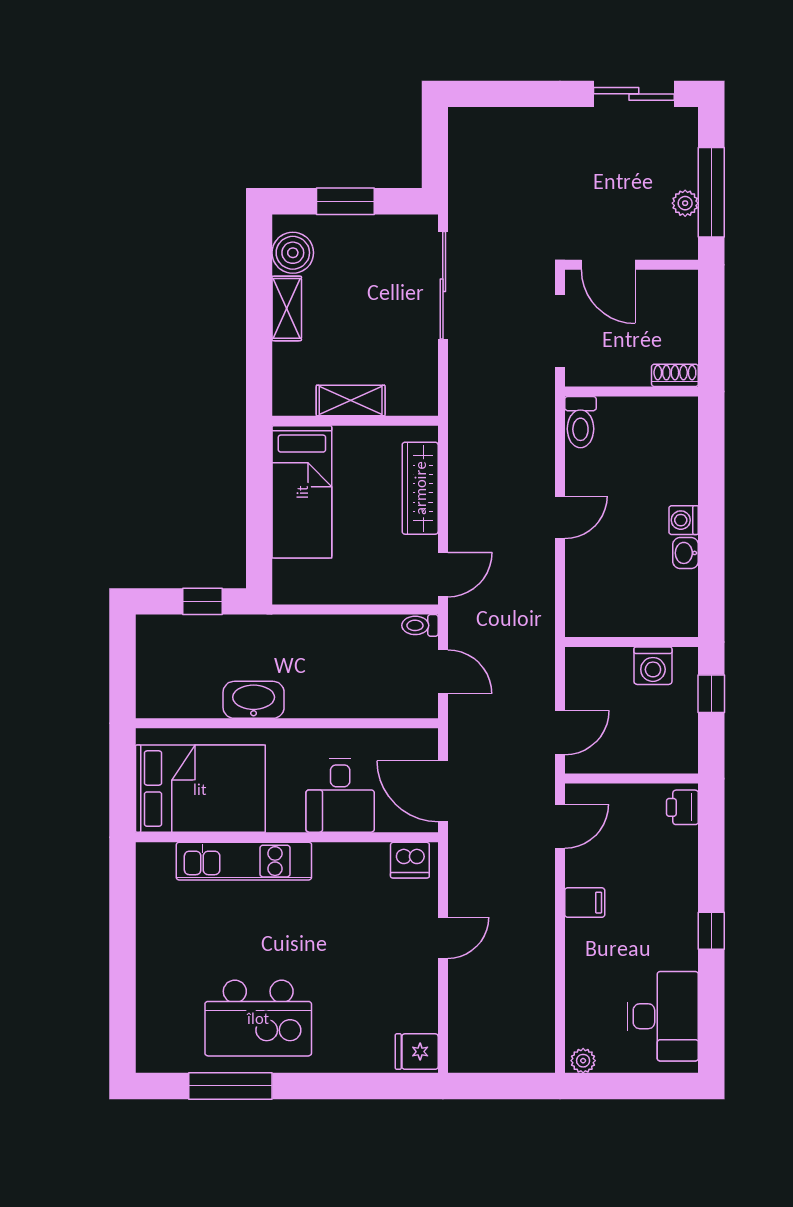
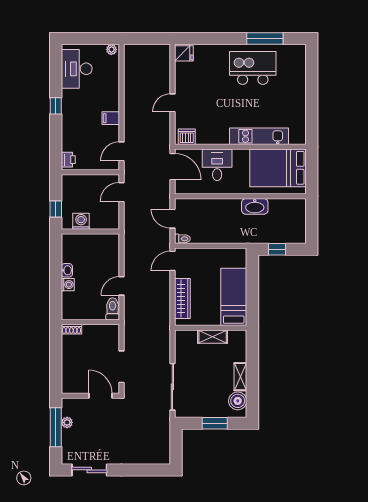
shoe rack: (675, 375) -> (71, 329), moved
wall: (632, 392) -> (90, 322), moved
toilet: (580, 422) -> (113, 309), moved

